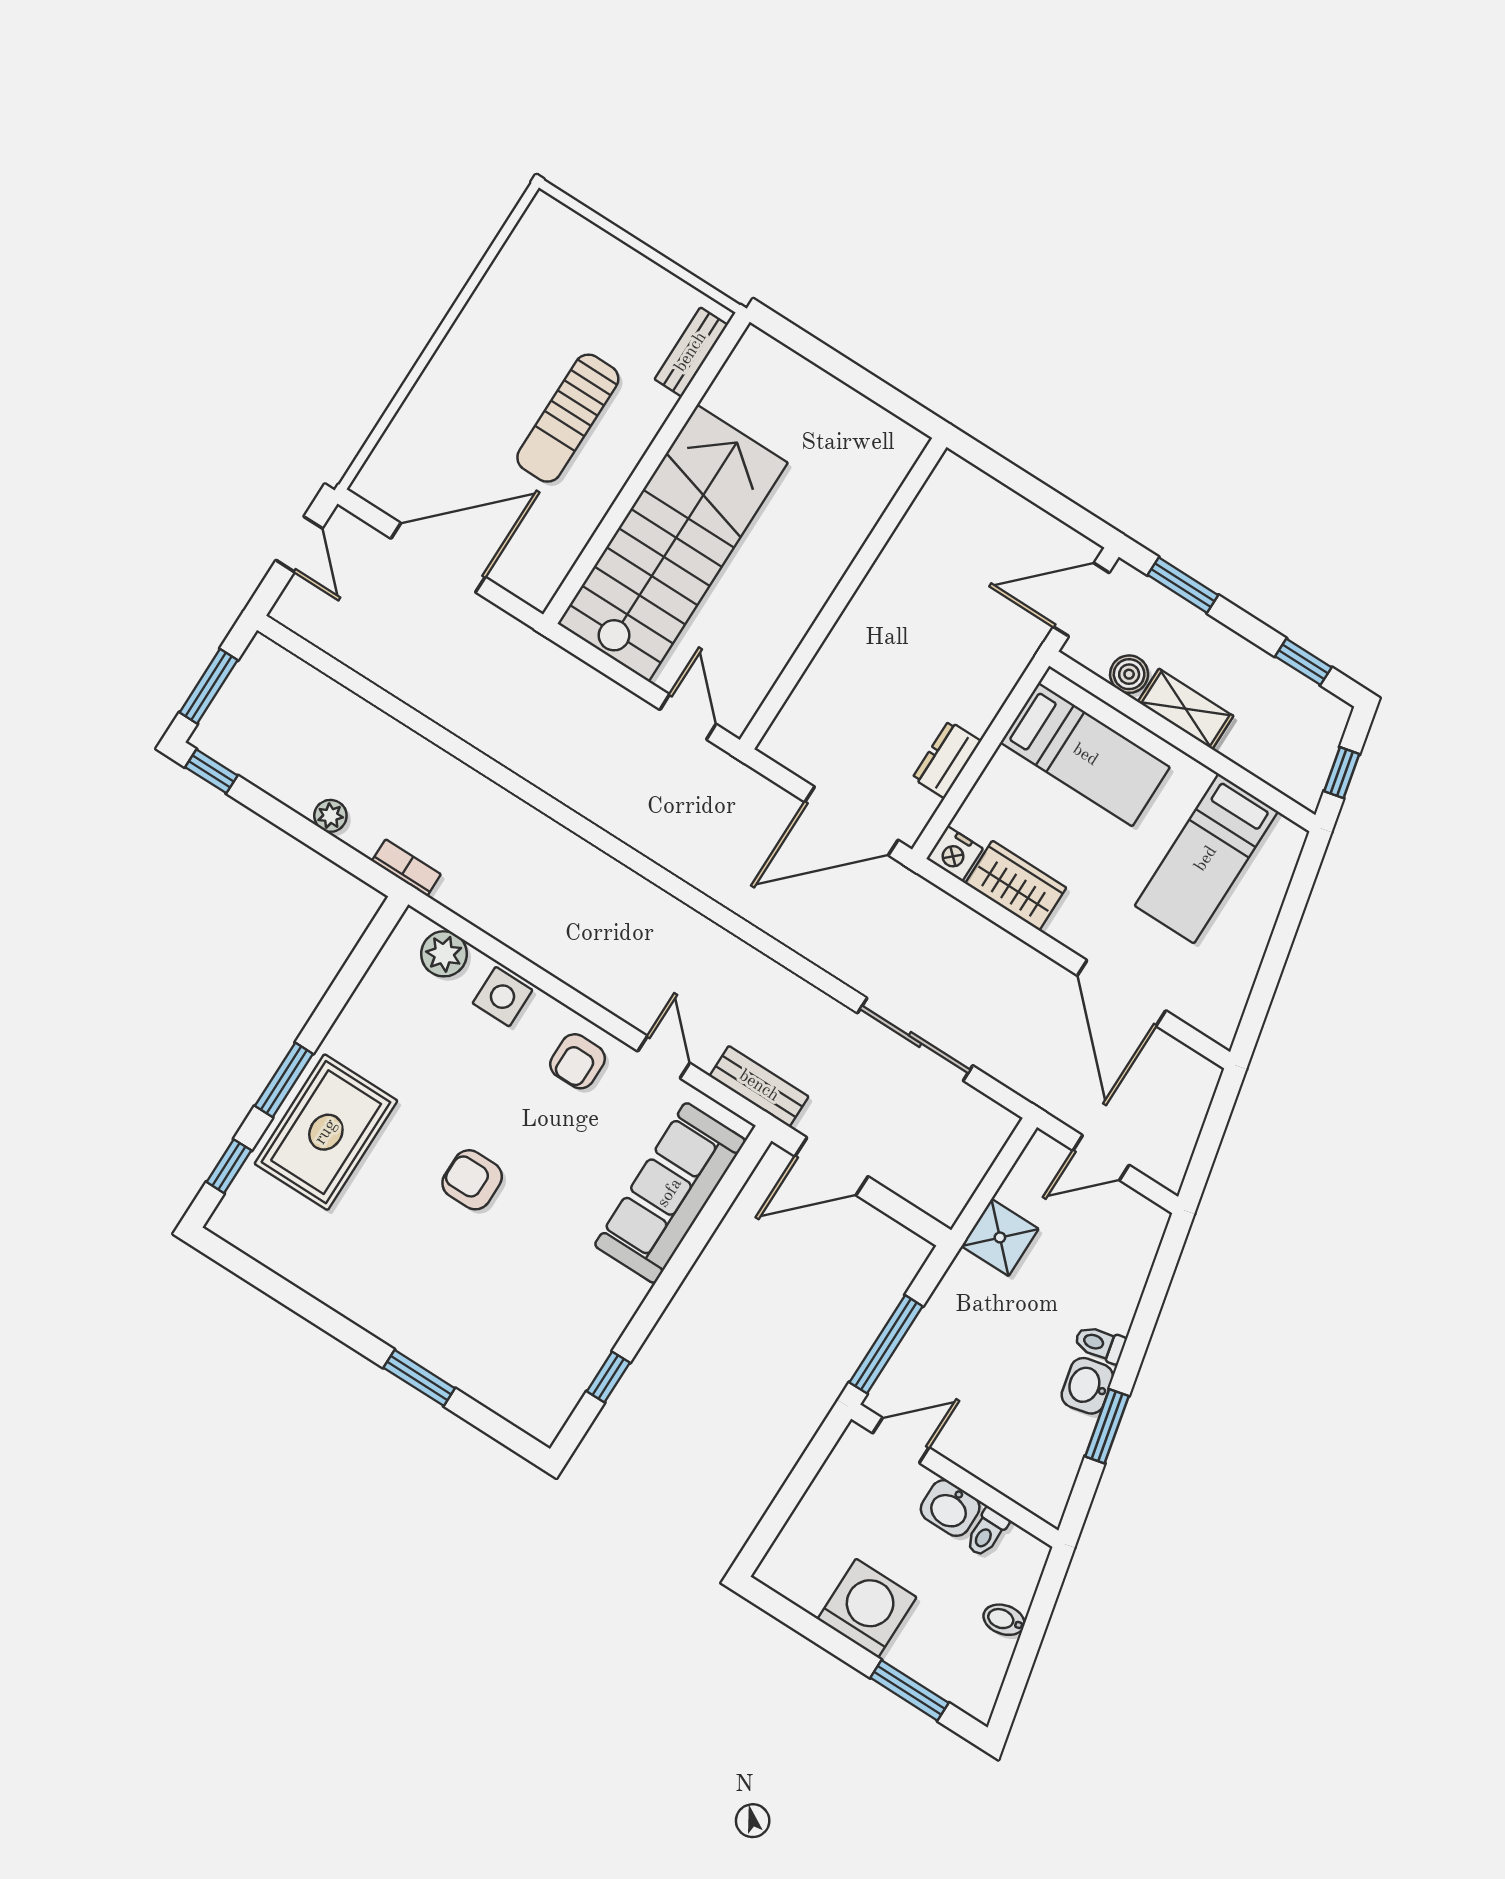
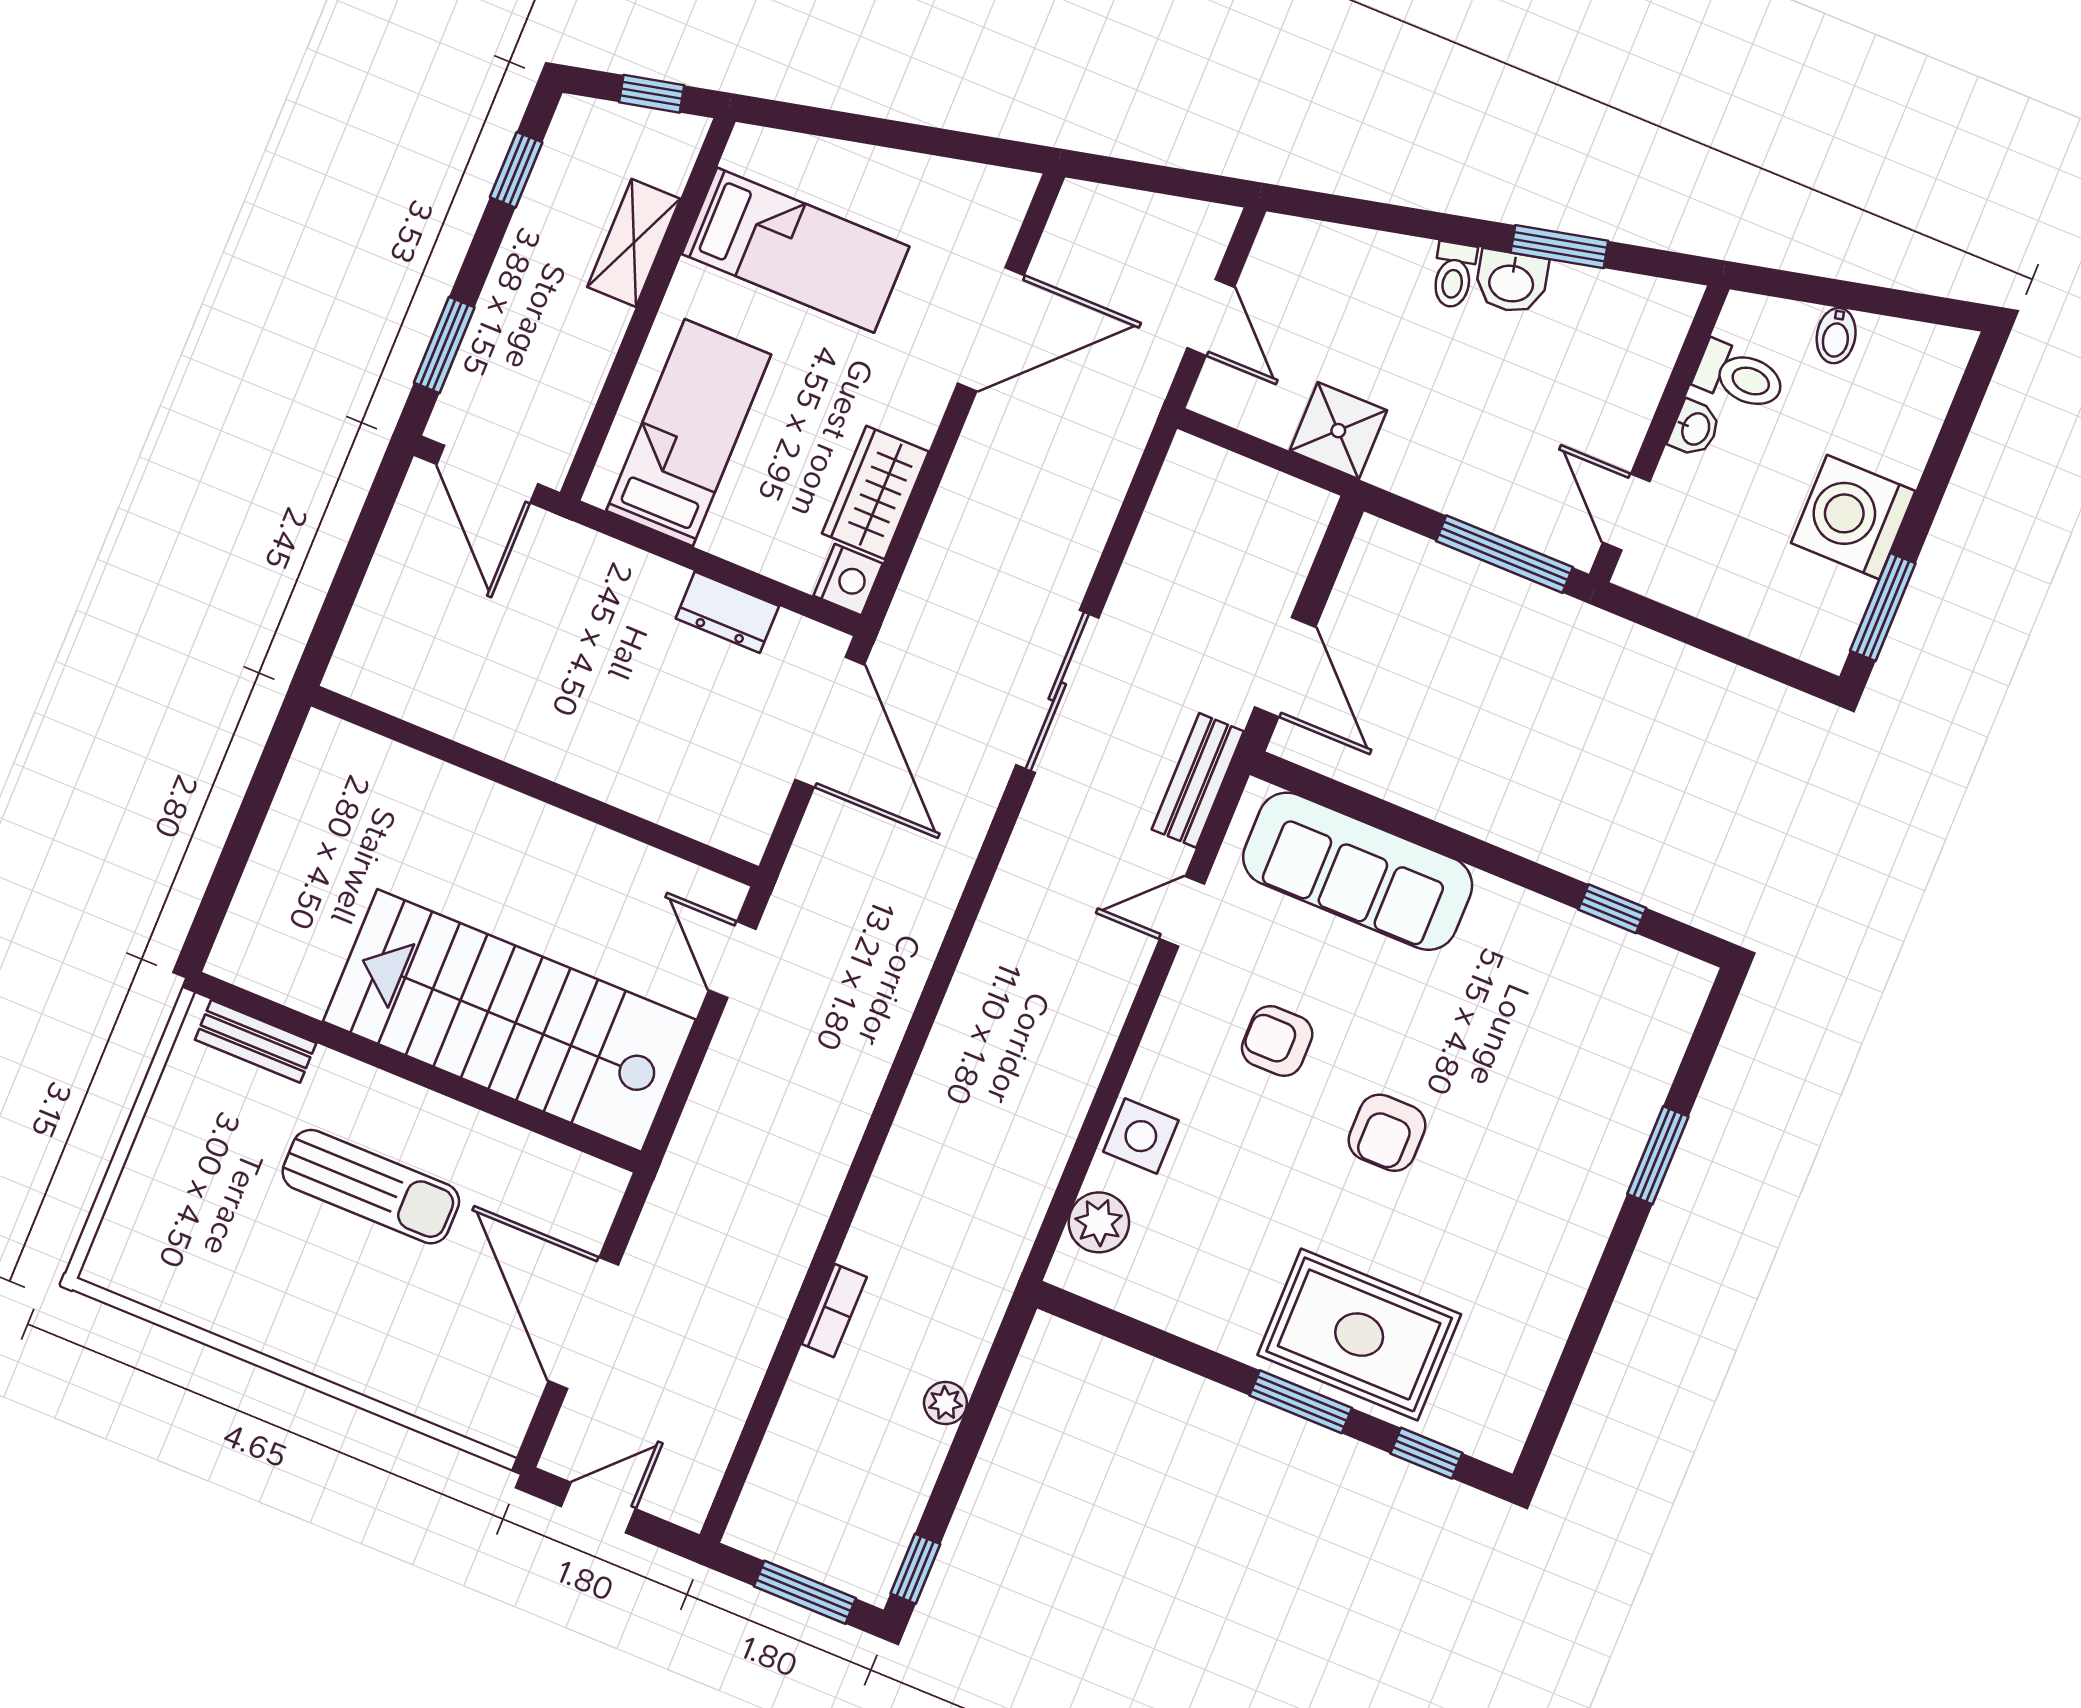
boiler: (1129, 674) -> (573, 394), removed
shelving: (1186, 709) -> (634, 243), moved
door: (688, 717) -> (732, 960), hinge flipped
bookcase: (406, 868) -> (834, 1310), moved, turned 180
sliding door: (915, 1039) -> (1057, 691), moved
armchair: (578, 1061) -> (1277, 1041), moved, turned 180
washbasin: (950, 1508) -> (1695, 429), width x0.72, depth x0.69
toilet: (987, 1532) -> (1740, 377), width x1.37, depth x1.39
window: (909, 1690) -> (1883, 607), moved

